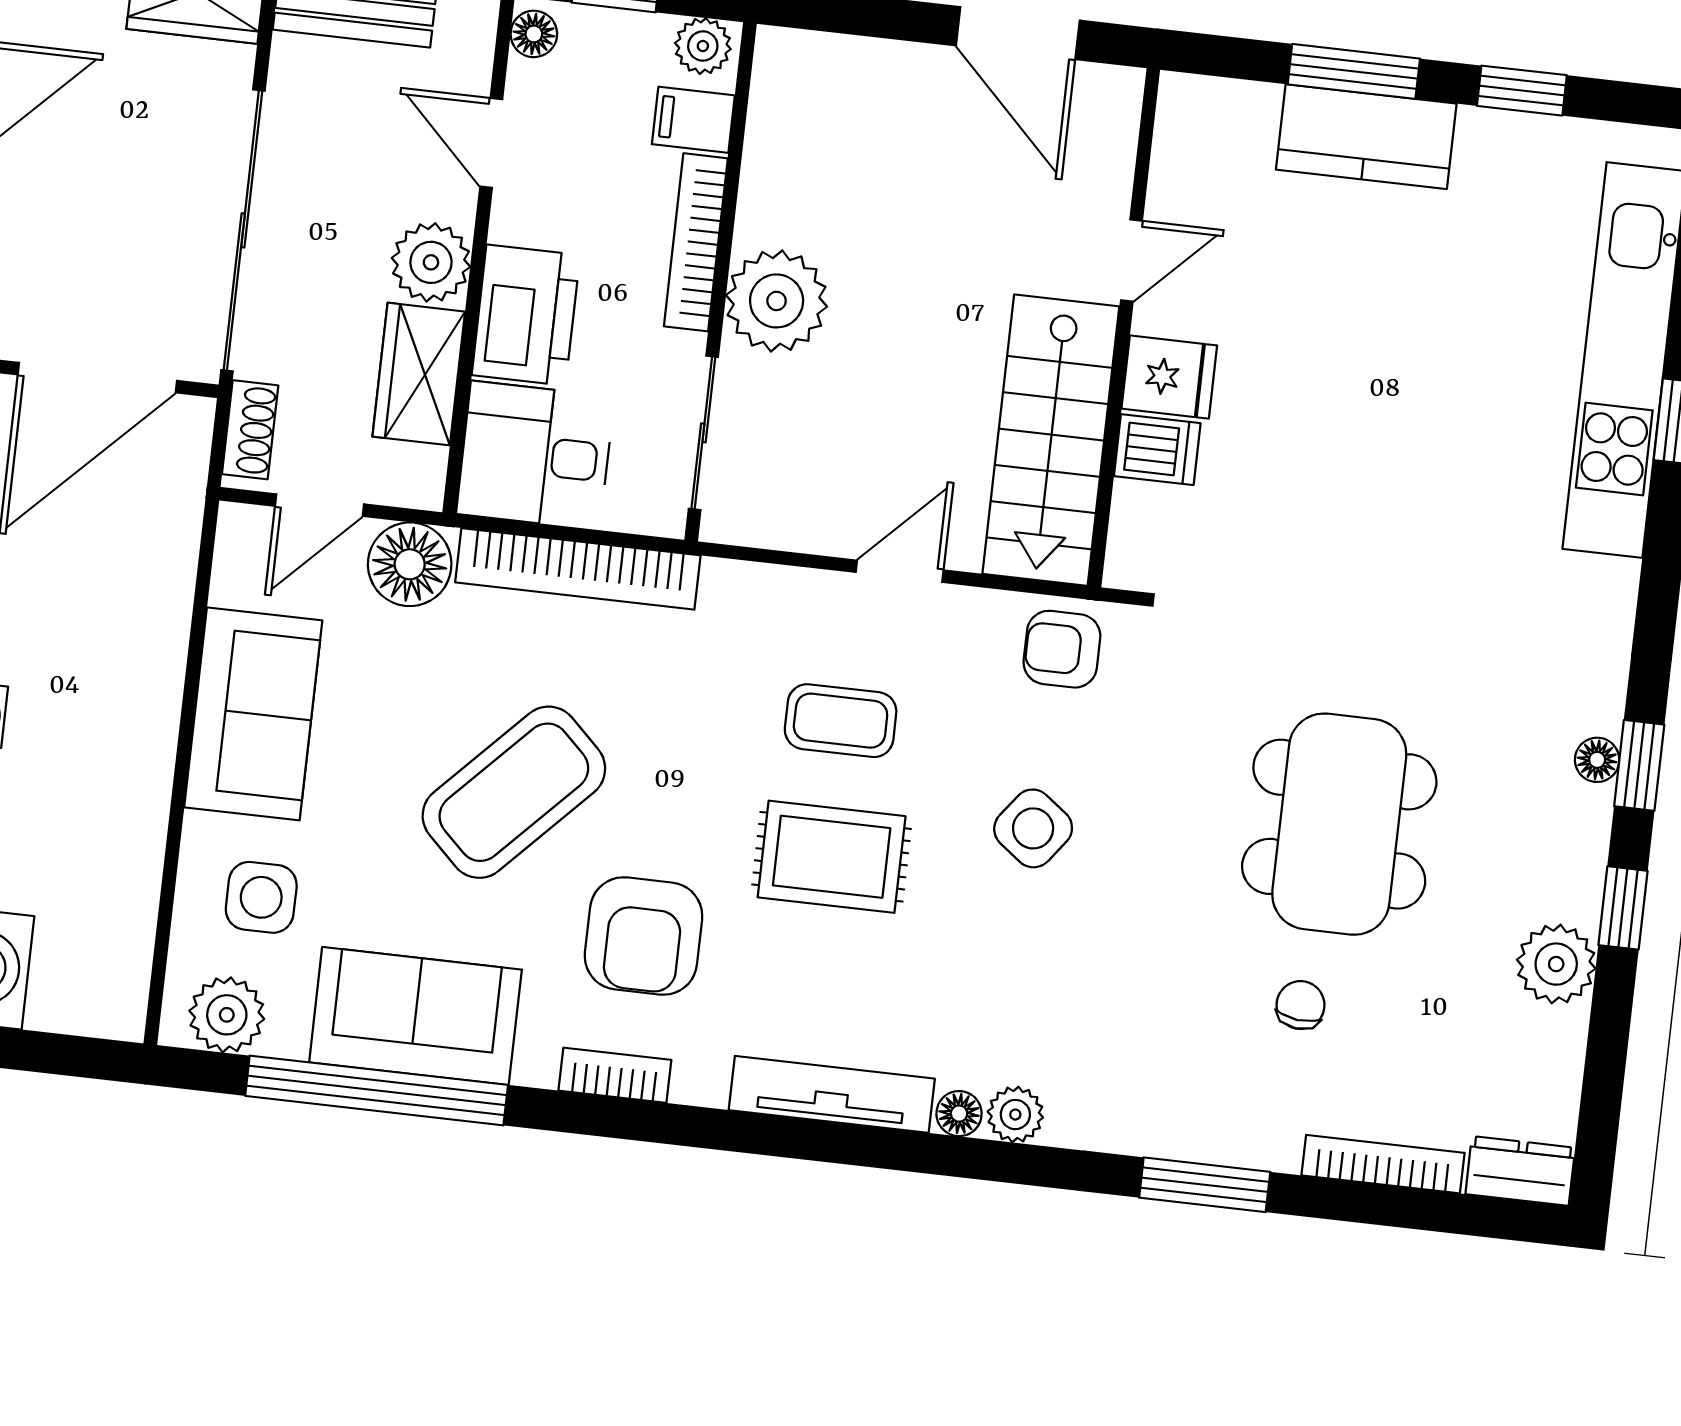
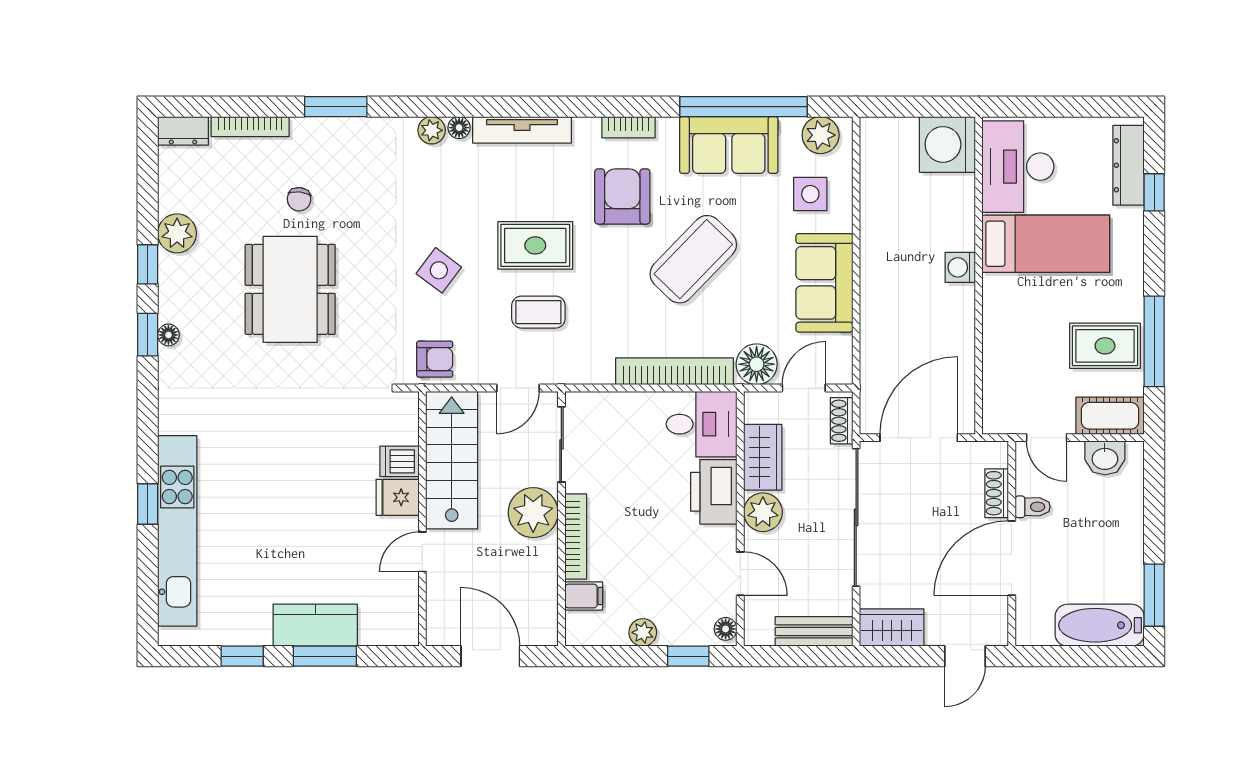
filing cabinet: (693, 120) -> (584, 596), moved
bookcase: (696, 242) -> (576, 537), moved
wall: (721, 282) -> (561, 519), moved
plant: (777, 301) -> (533, 513), moved
sliding door: (703, 433) -> (561, 444), moved

